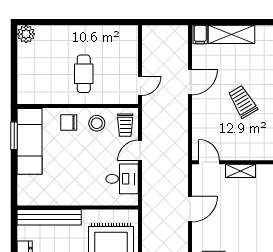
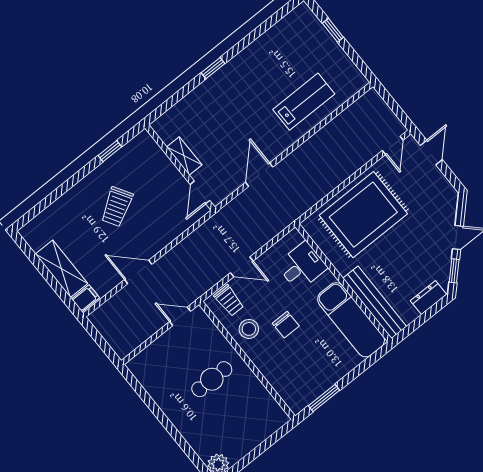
chair: (69, 123) -> (286, 325), moved
trolley: (125, 125) -> (229, 301), turned 90
exam couch: (30, 141) -> (351, 320), moved, turned -90
desk: (122, 179) -> (302, 266), moved, turned 90
door: (190, 209) -> (259, 175), hinge flipped

